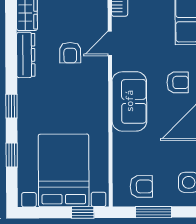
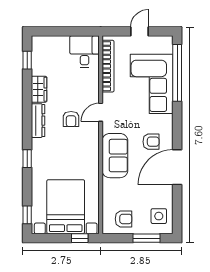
window: (12, 155) -> (27, 215), moved
window: (154, 212) -> (147, 238), moved

